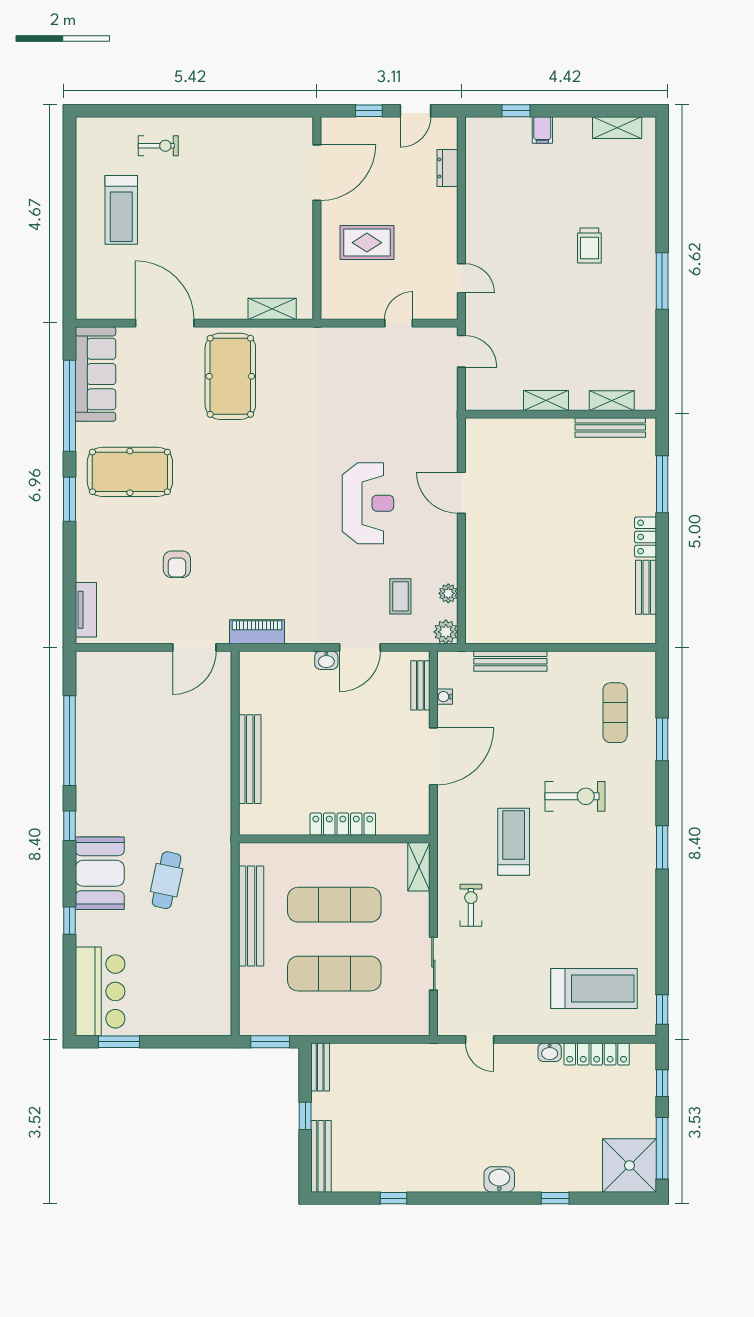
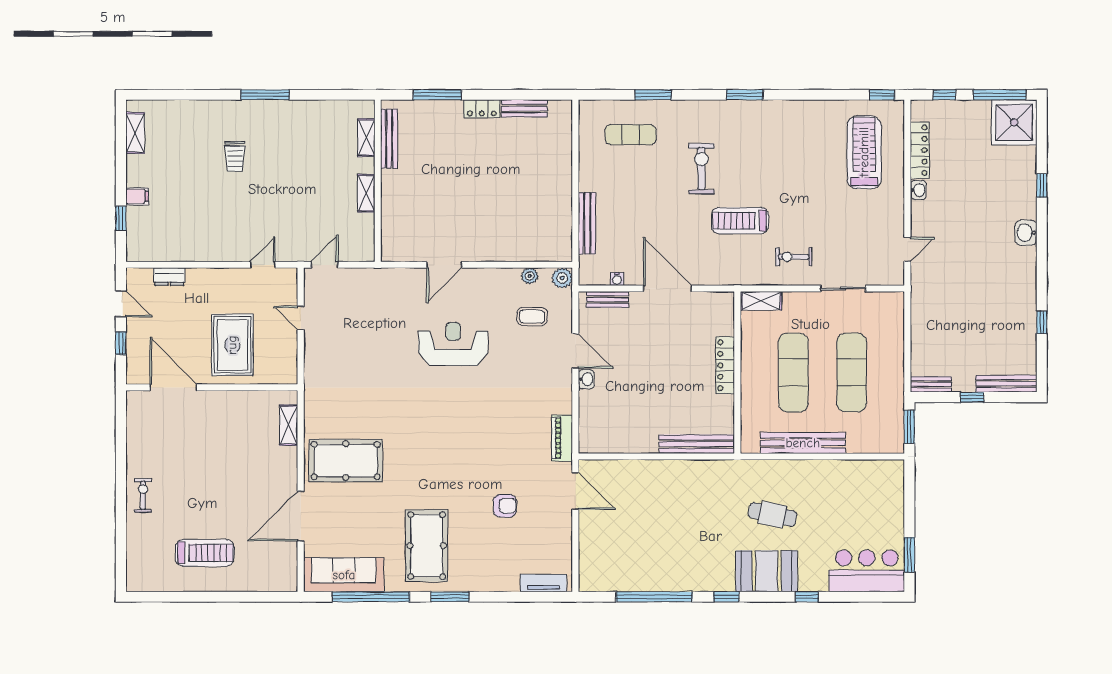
exercise bike: (158, 146) -> (143, 495), moved
rug: (367, 243) -> (232, 345), width x1.36, depth x1.43
trolley: (589, 246) -> (235, 156), turned 90
bench: (250, 759) -> (697, 444), moved

